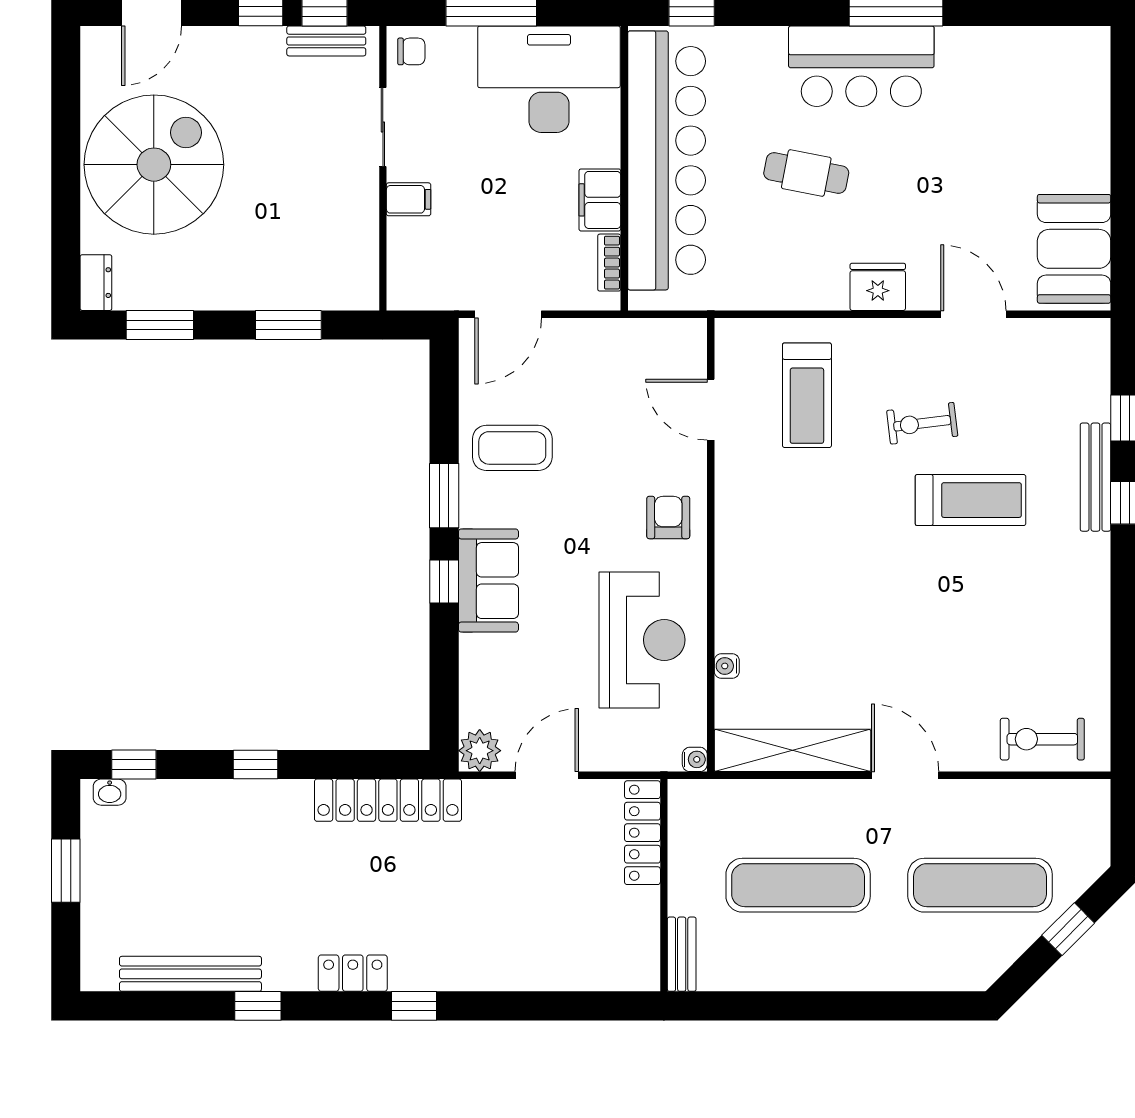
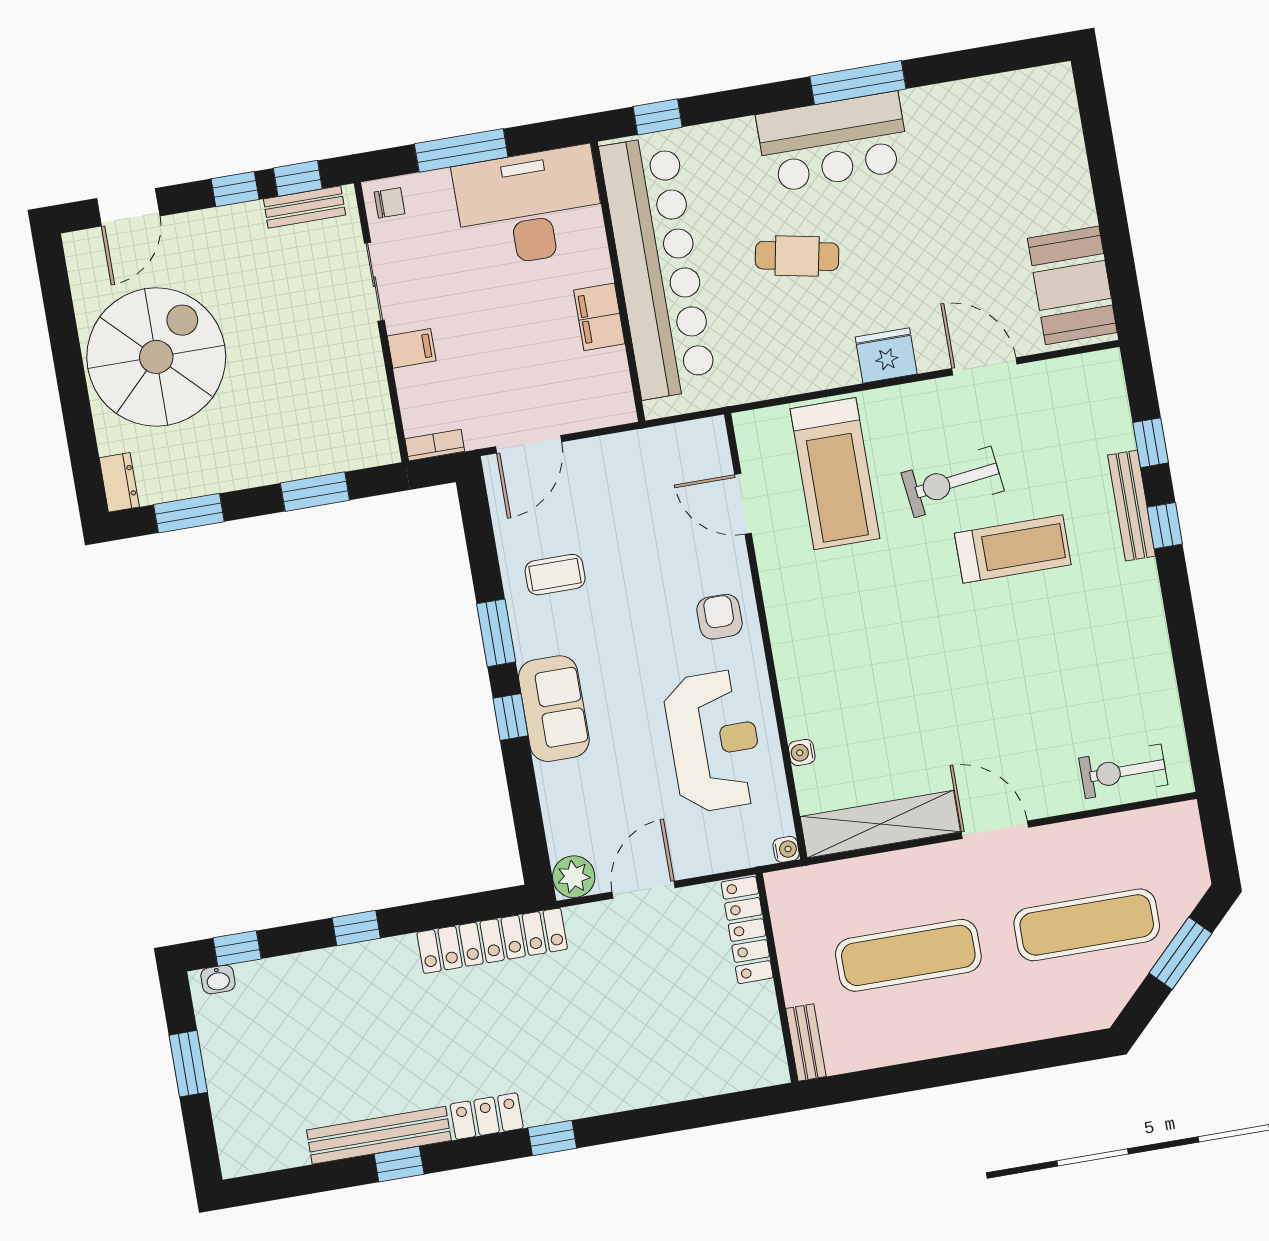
bookcase: (609, 263) -> (435, 445), moved, turned 90
treadmill: (807, 395) -> (835, 474), width x1.37, depth x1.38
exercise bike: (922, 423) -> (953, 482), width x1.38, depth x1.39
coffee table: (512, 448) -> (555, 575), width x0.73, depth x0.77
window: (1068, 929) -> (1180, 953), width x1.50
bench: (190, 974) -> (379, 1135), moved

